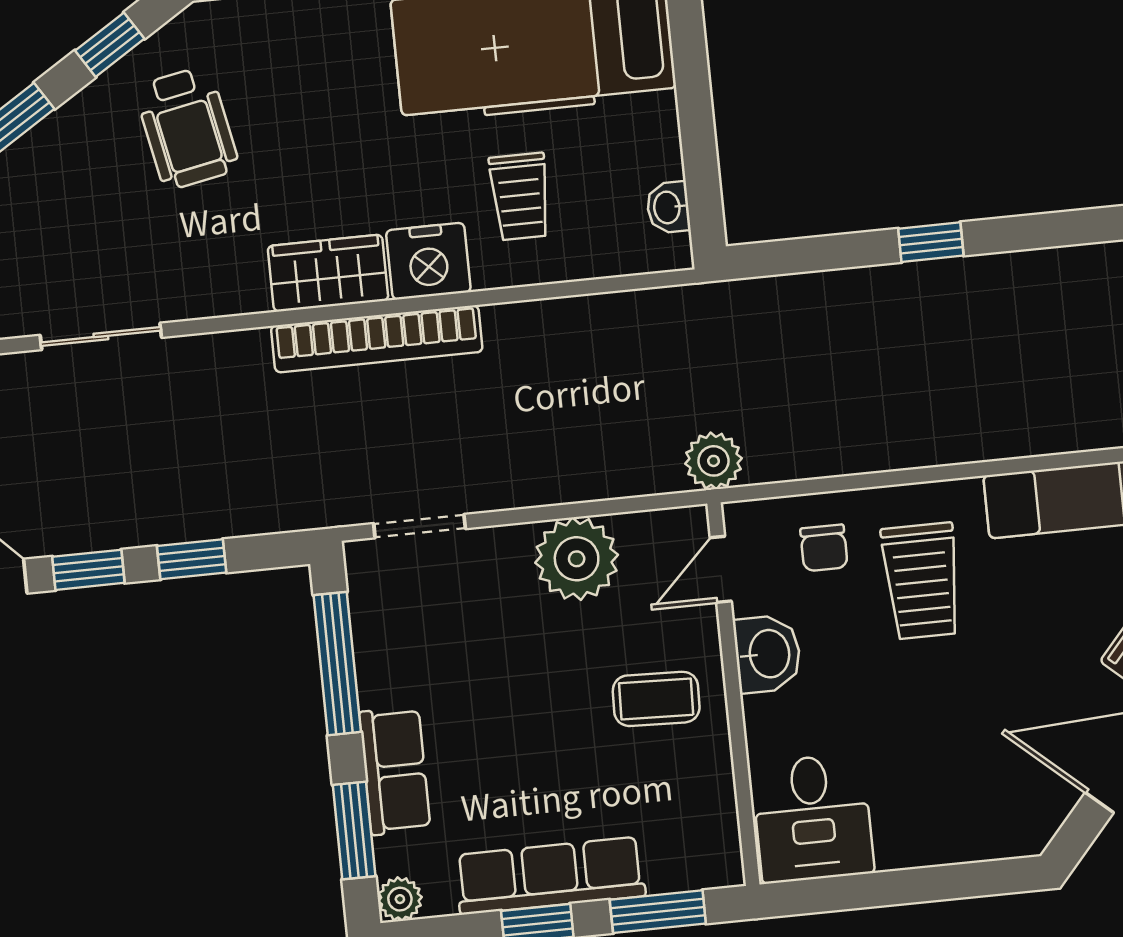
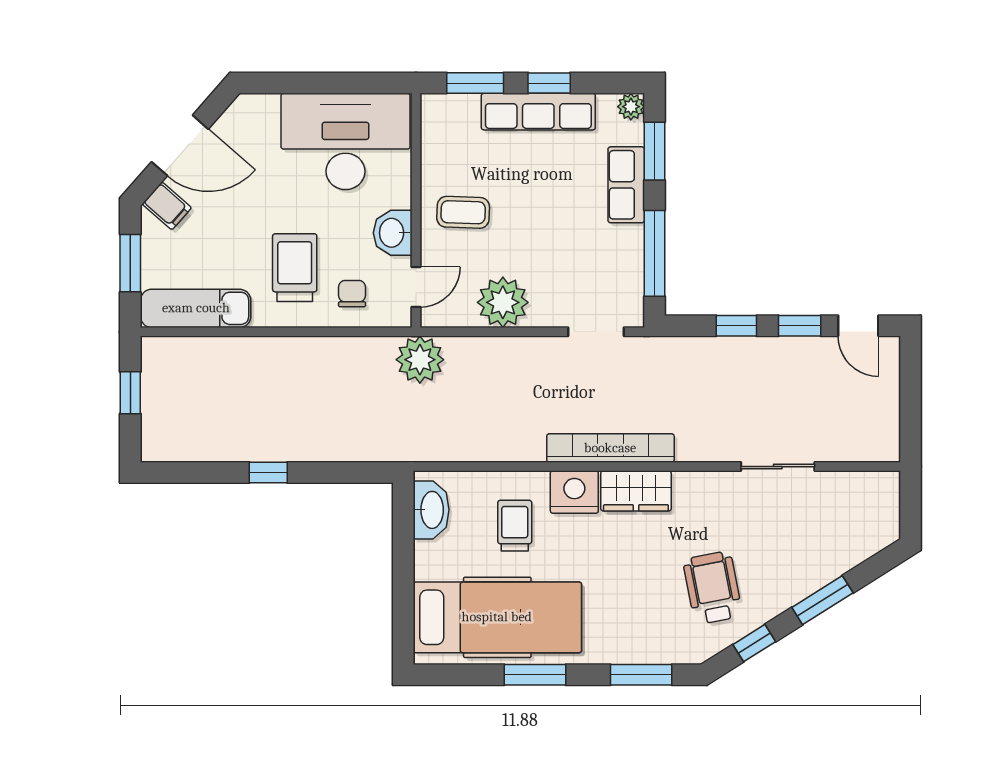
washbasin: (668, 207) -> (431, 510), width x1.91, depth x1.45
plant: (714, 461) -> (420, 360), width x1.36, depth x1.36
desk: (813, 818) -> (345, 141), width x1.87, depth x1.30

